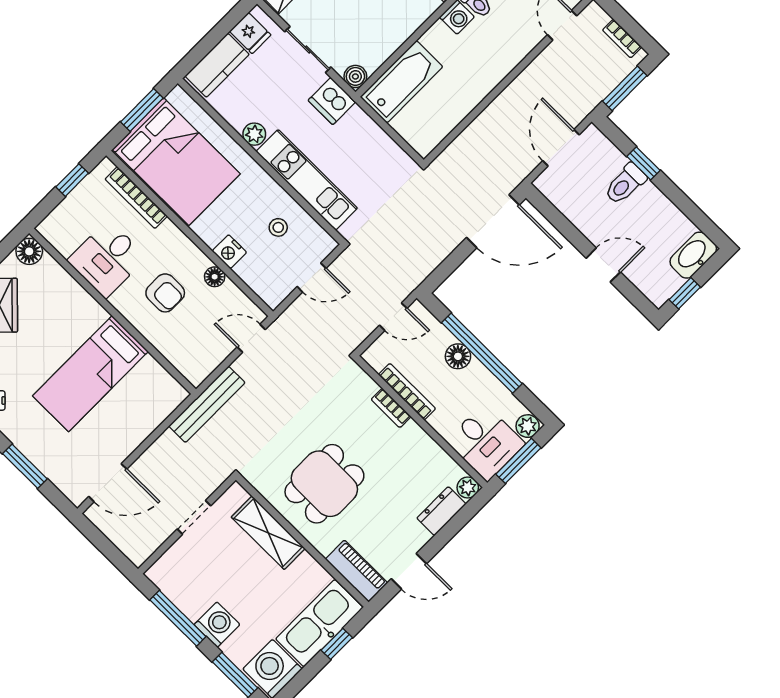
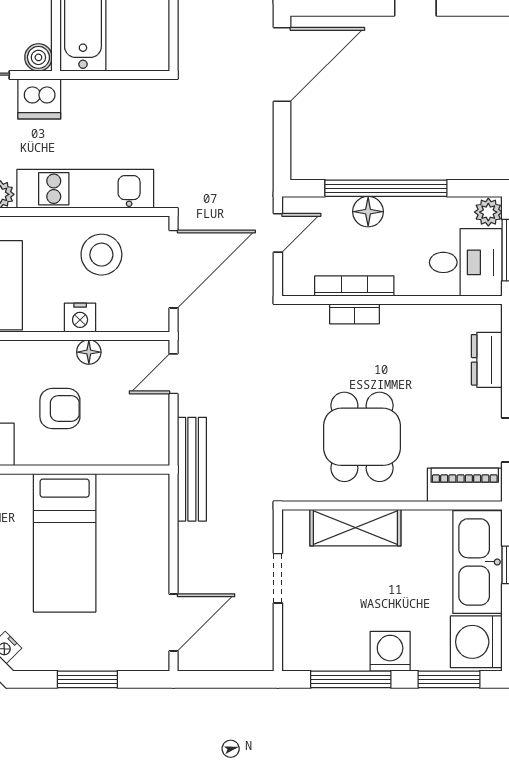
stool: (278, 227) -> (101, 255), width x1.89, depth x1.89
door: (312, 277) -> (173, 269), width x1.88
plant: (468, 488) -> (489, 317), removed

